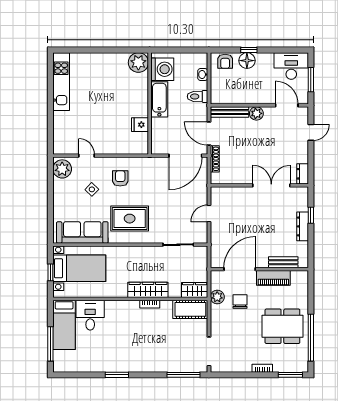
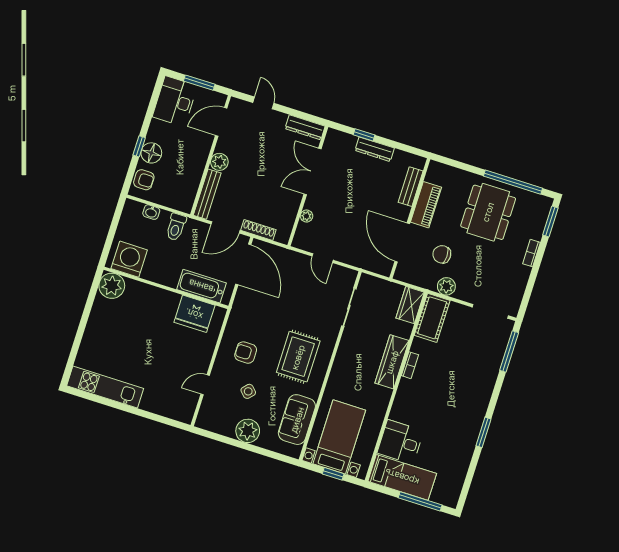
bathtub: (159, 99) -> (201, 286), moved
fridge: (140, 125) -> (194, 314), width x1.88, depth x1.34
plant: (62, 169) -> (248, 431), moved
dresser: (303, 174) -> (305, 127), width x1.44
plant: (237, 191) -> (307, 216), added
sofa: (82, 232) -> (297, 420), width x0.73
plant: (217, 297) -> (446, 286), moved

